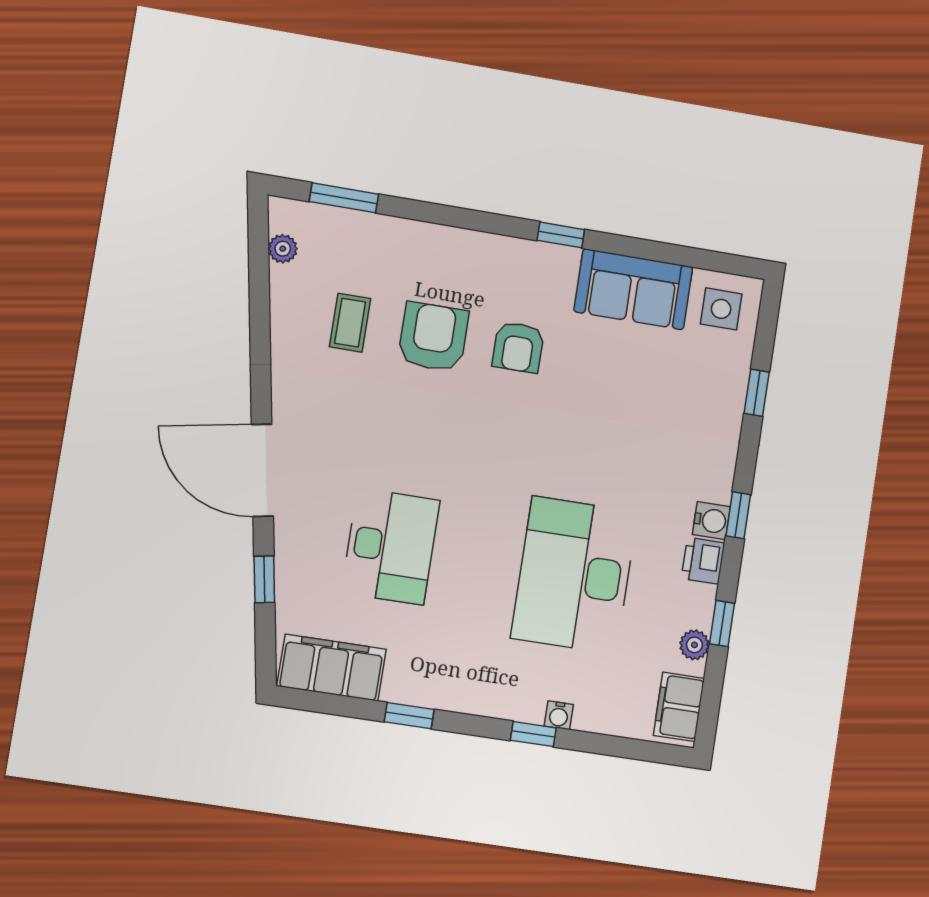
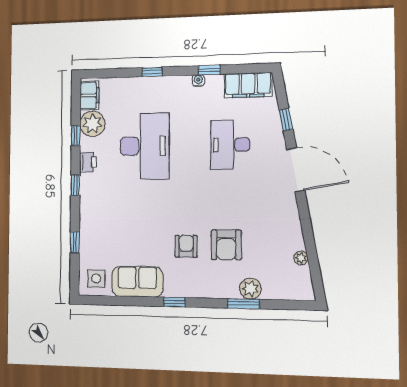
window: (344, 198) -> (243, 304), moved
plant: (398, 239) -> (250, 289), added
plant: (283, 249) -> (301, 258), moved
coffee table: (350, 323) -> (266, 245), removed
water cooler: (711, 521) -> (87, 181), removed
plant: (694, 645) -> (92, 124), width x1.88, depth x1.88
water cooler: (559, 715) -> (198, 81), moved

